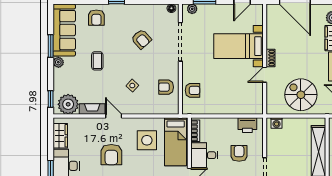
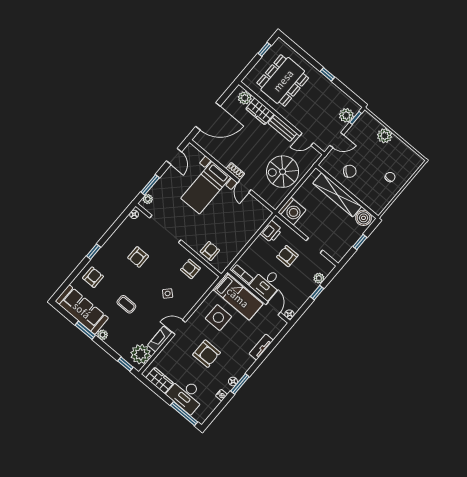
armchair: (96, 18) -> (93, 277), turned -90
armchair: (141, 39) -> (138, 257), turned 132
armchair: (166, 87) -> (190, 269), turned 90
washing machine: (277, 123) -> (292, 211), width x1.89, depth x1.89

